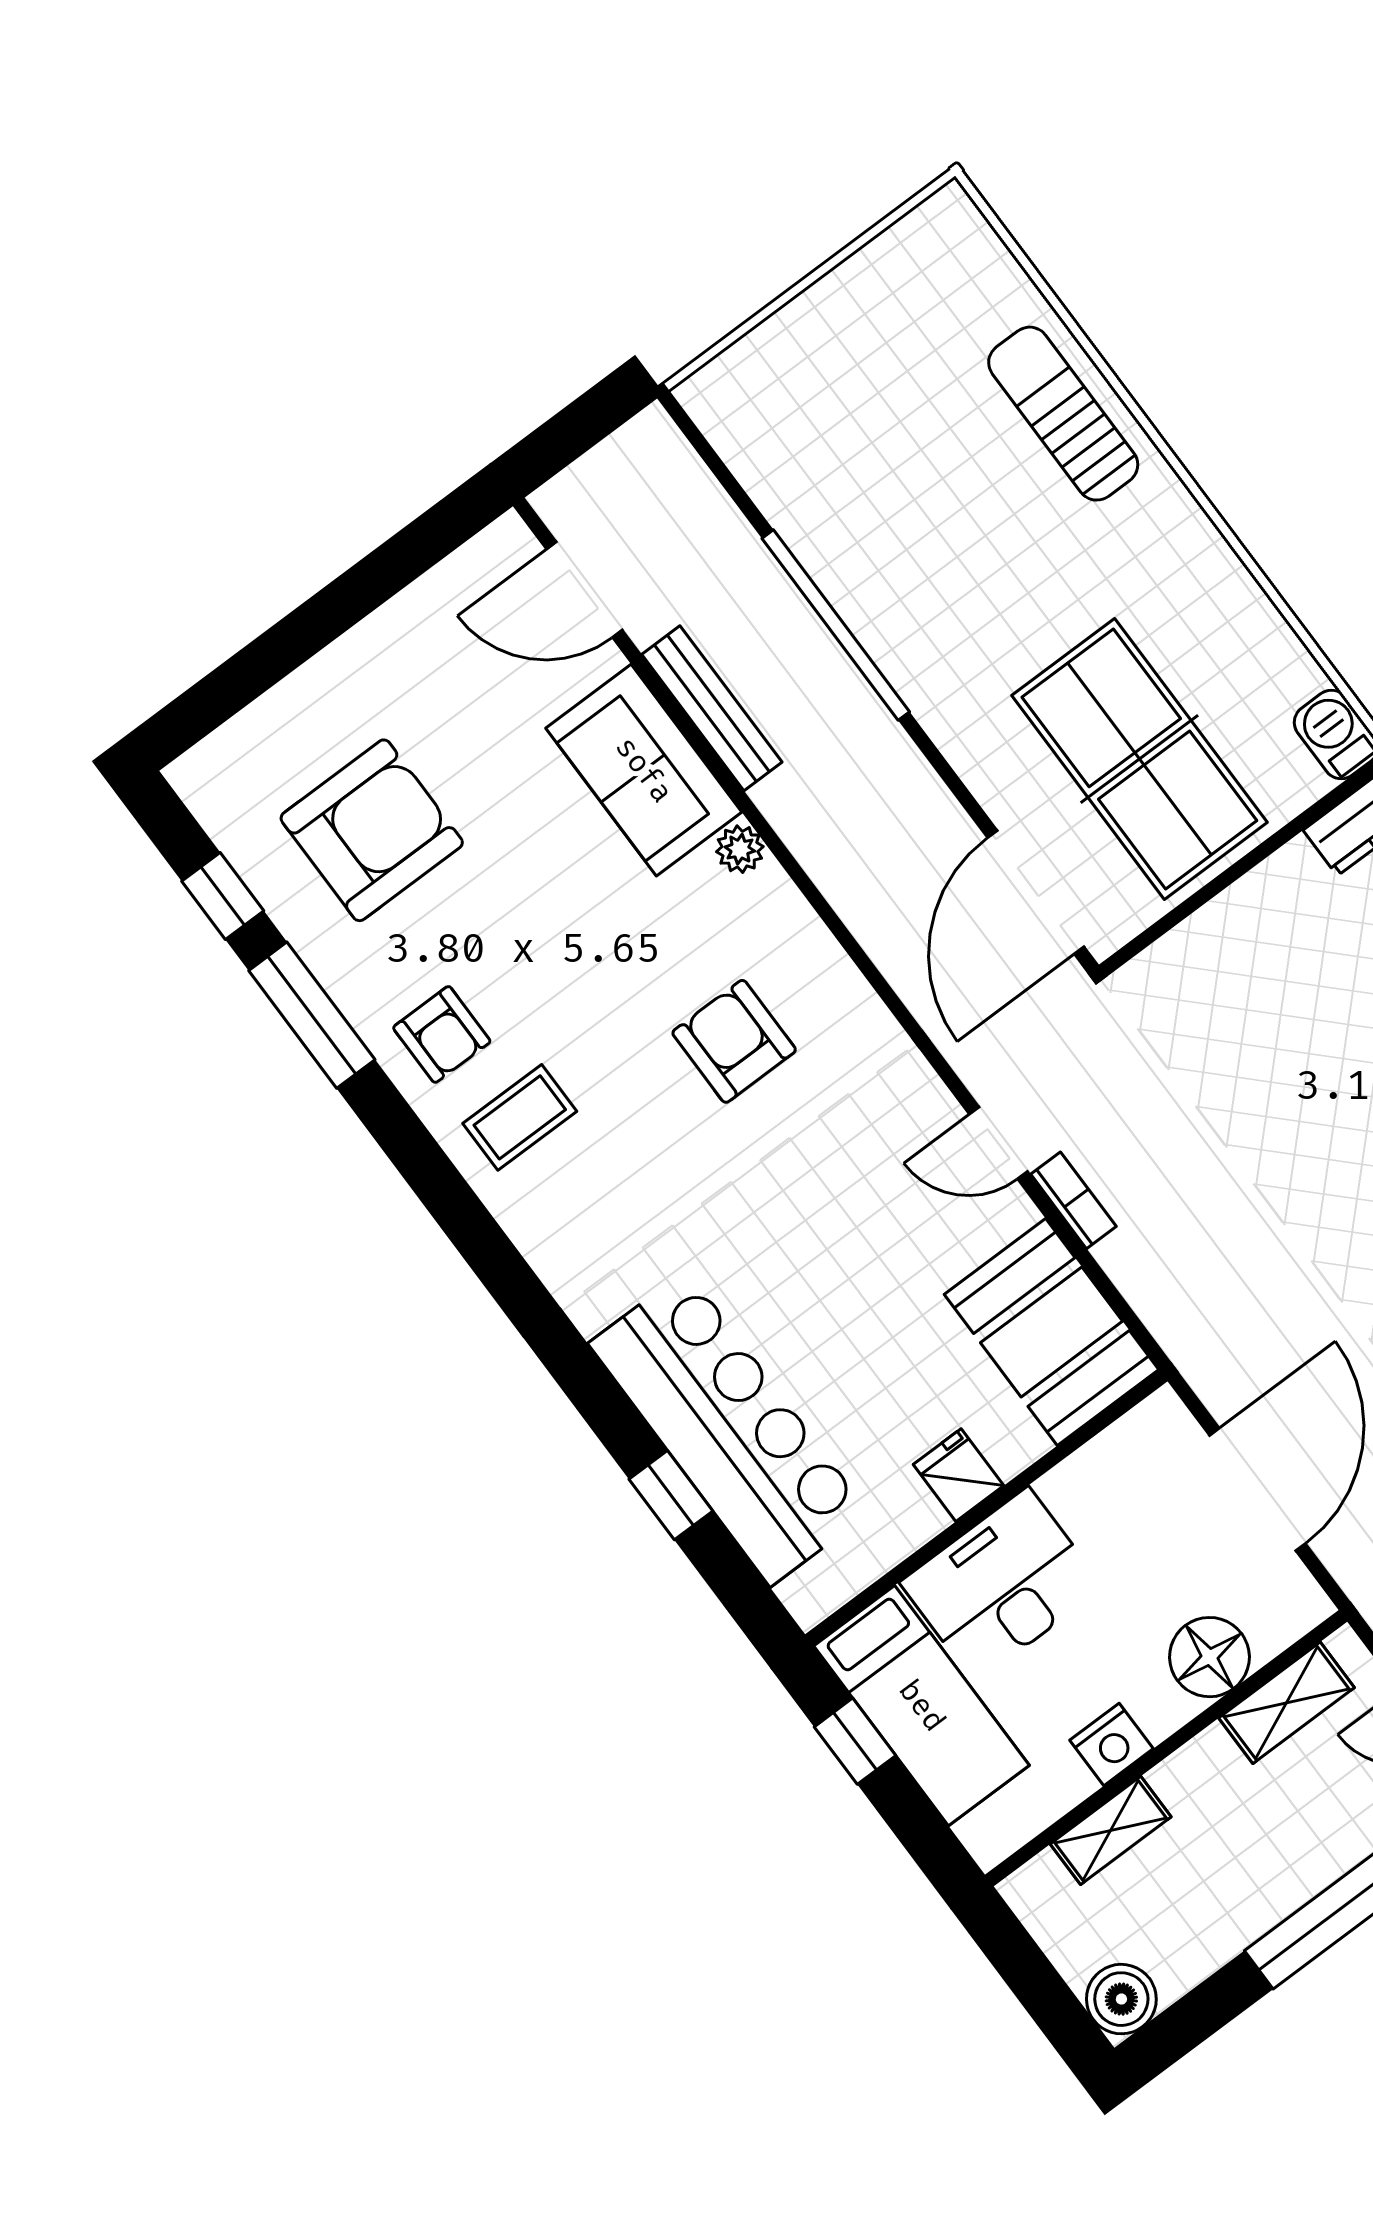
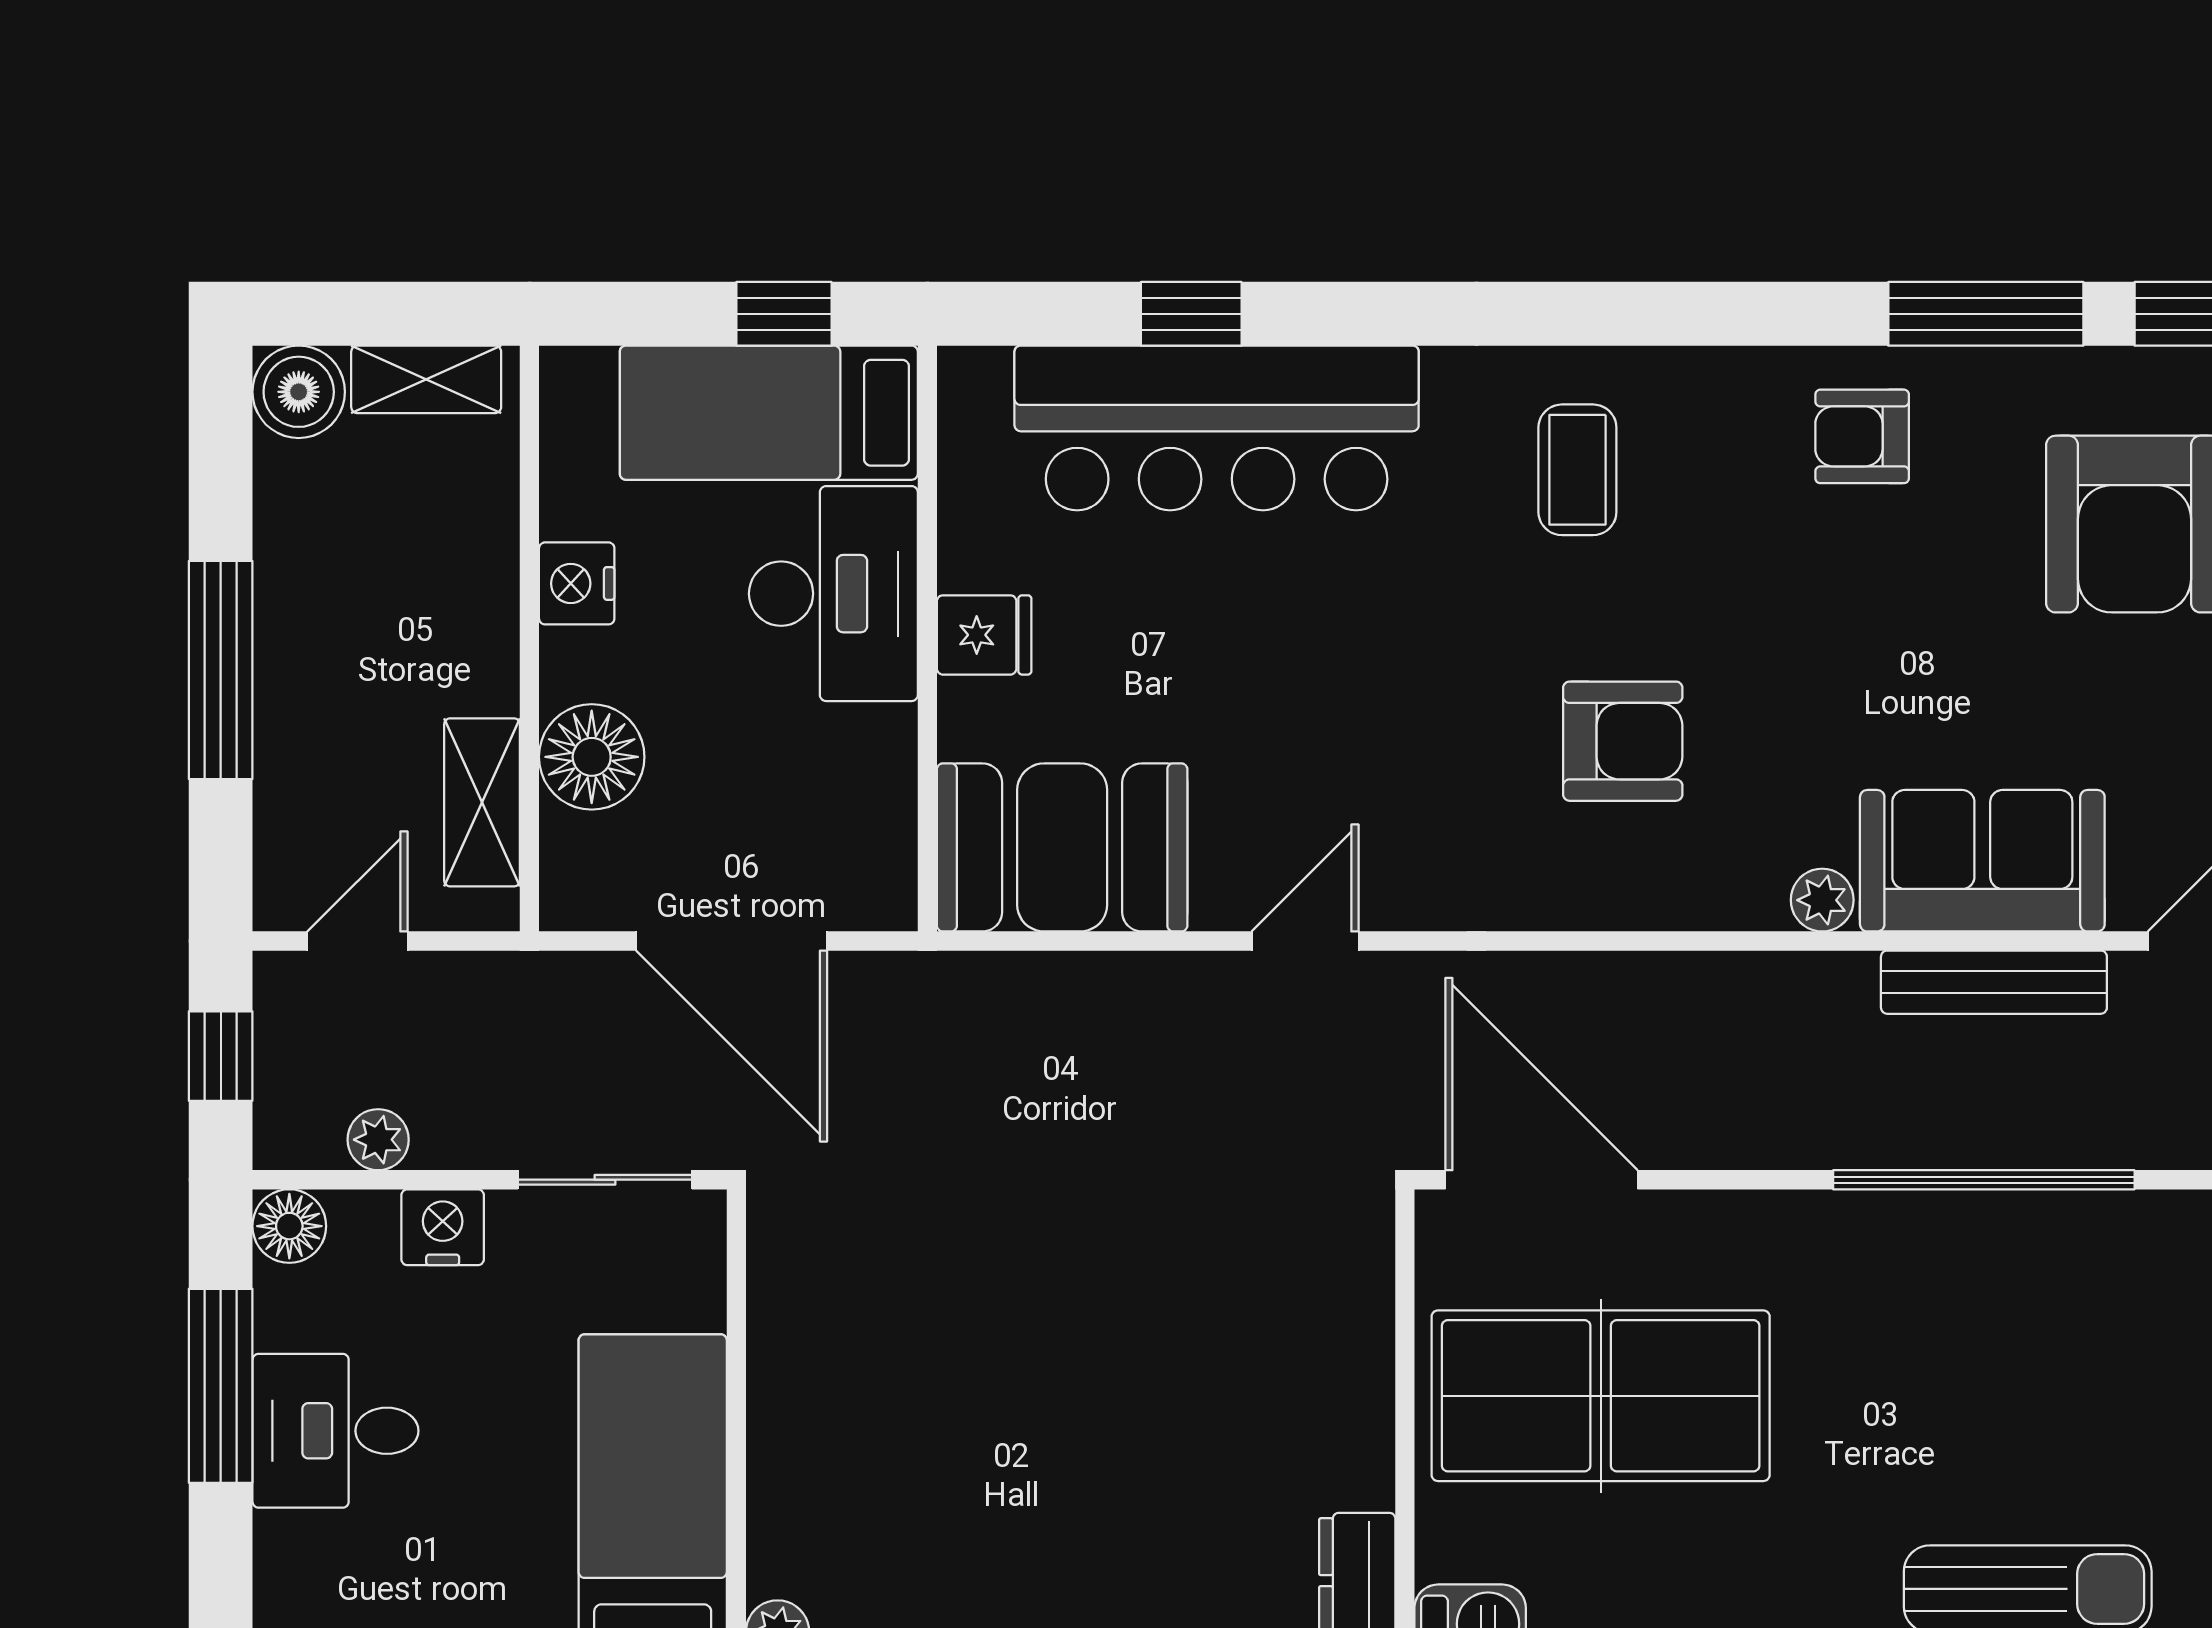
coffee table: (520, 1117) -> (1577, 470), moved
bookcase: (1073, 1200) -> (1185, 975), removed
shelving: (1111, 1830) -> (426, 379), moved, turned 90

